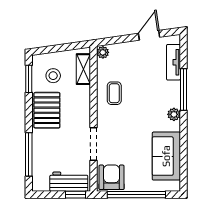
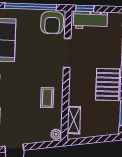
stool: (53, 76) -> (101, 115), removed

